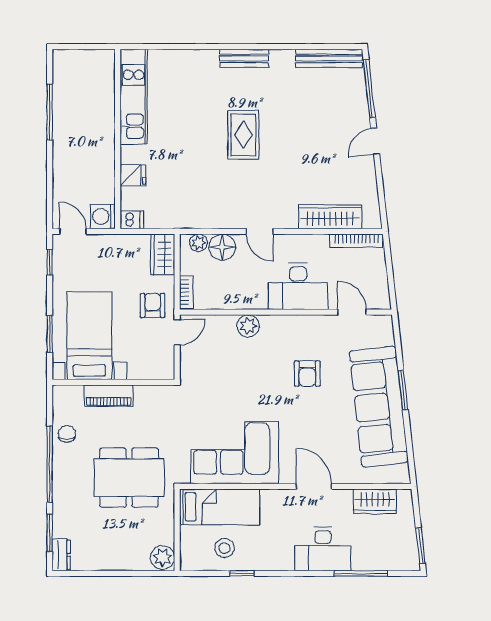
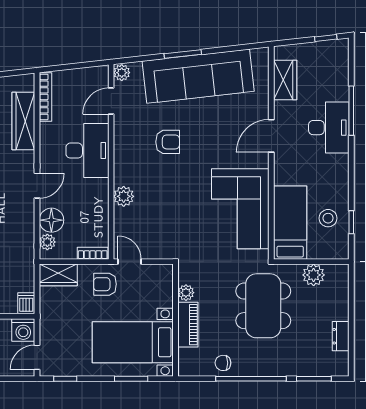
plant: (383, 324) -> (122, 73), added
plant: (143, 394) -> (186, 293), added
window: (420, 546) -> (326, 38), width x0.67
dresser: (61, 555) -> (341, 336), moved, turned -90
plant: (163, 557) -> (314, 275), moved
window: (242, 573) -> (351, 222), moved
window: (361, 573) -> (351, 111), moved

